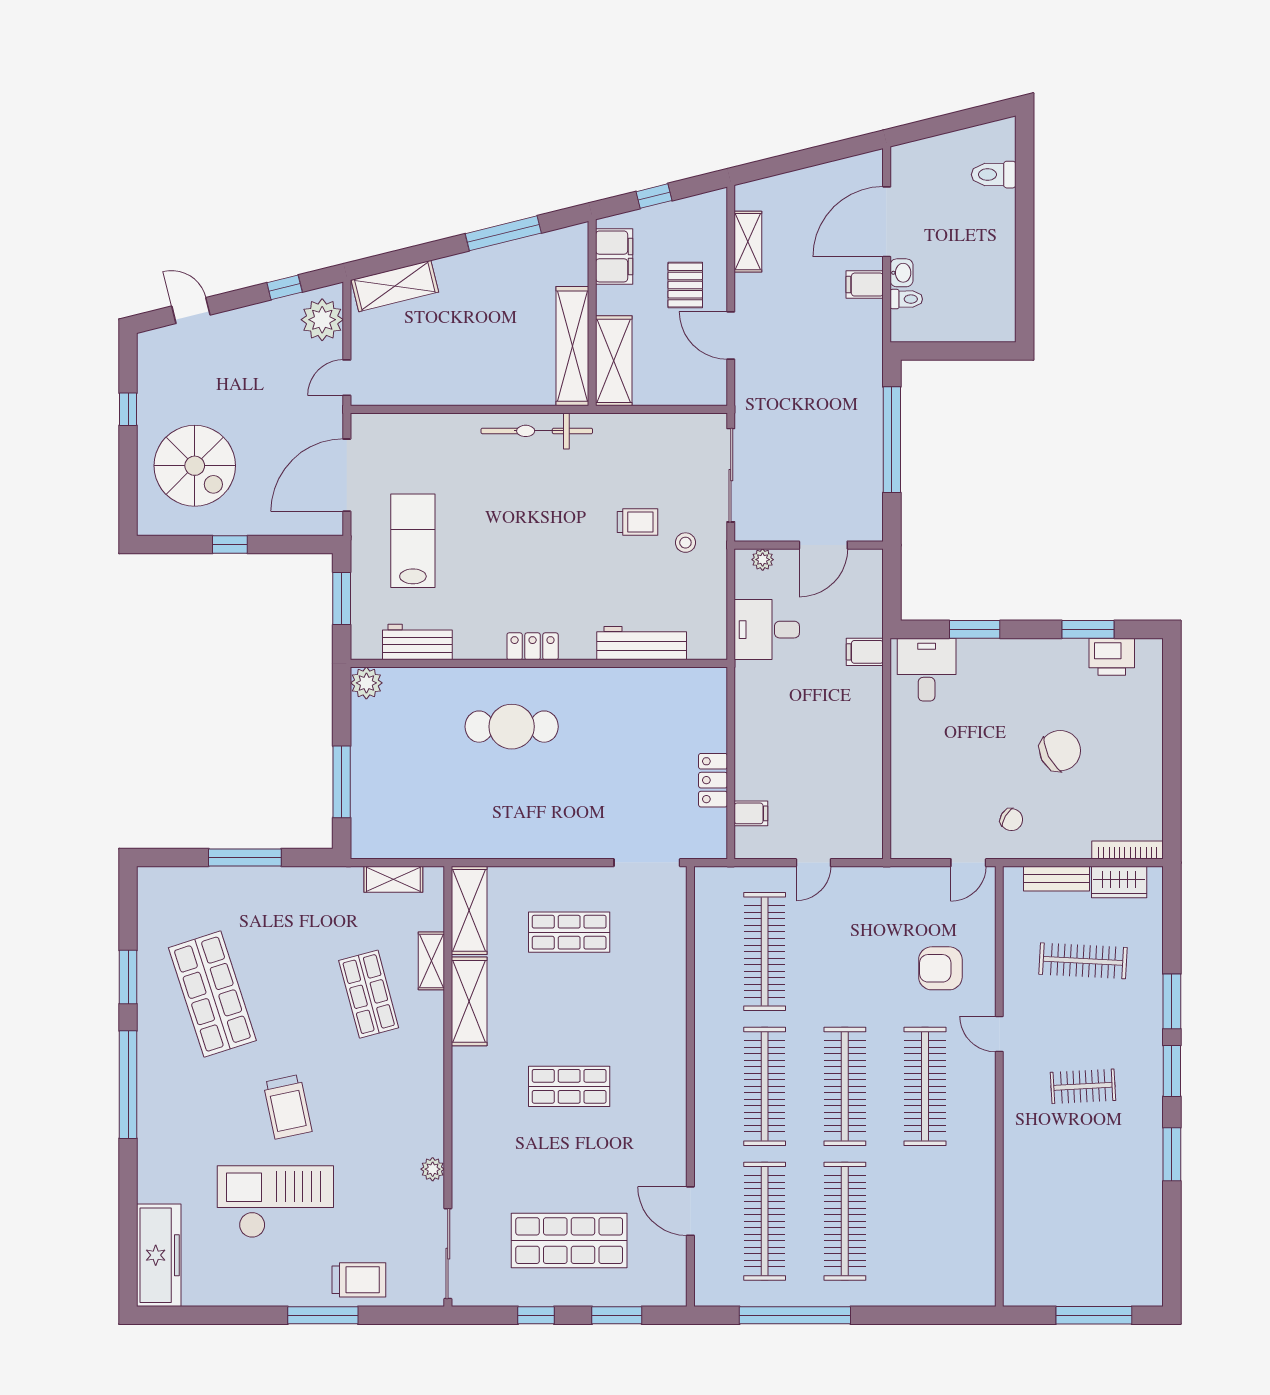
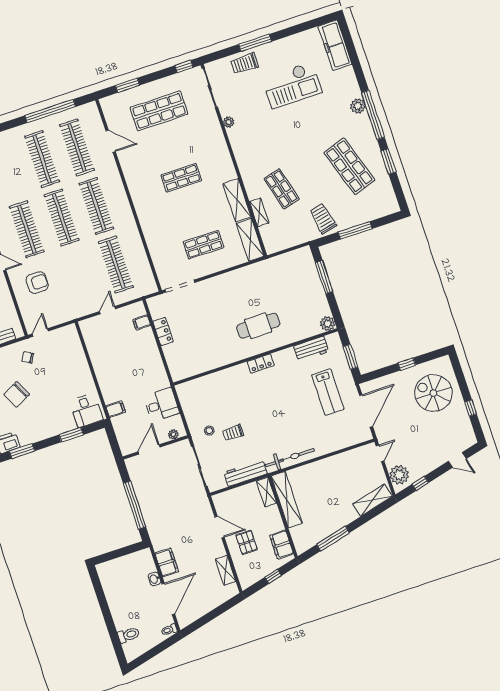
filing cabinet: (865, 285) -> (167, 562), width x2.00
toilet: (906, 299) -> (169, 630), moved
shelving: (614, 361) -> (266, 492), width x0.67, depth x0.75
workbench: (642, 643) -> (246, 473), moved, turned 180
shelving: (393, 879) -> (287, 242), removed
trolley: (287, 1107) -> (323, 219), moved
plant: (153, 1113) -> (358, 106), added
window: (536, 1315) -> (184, 67), moved

